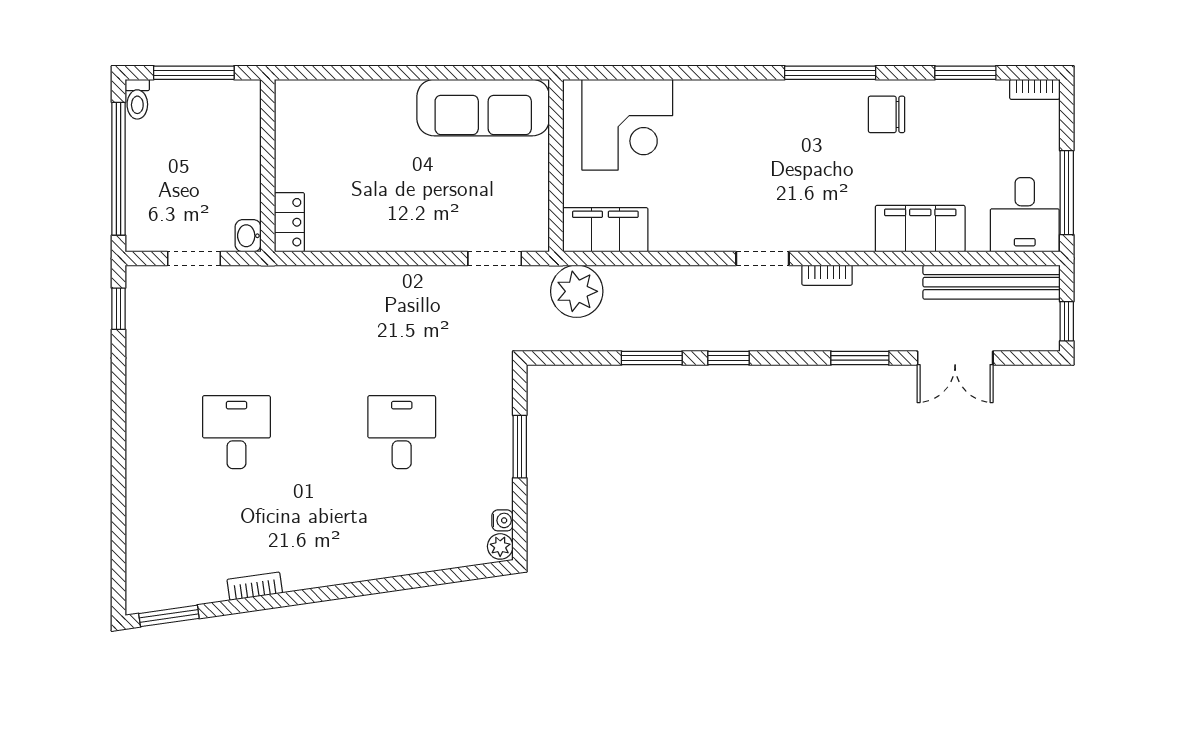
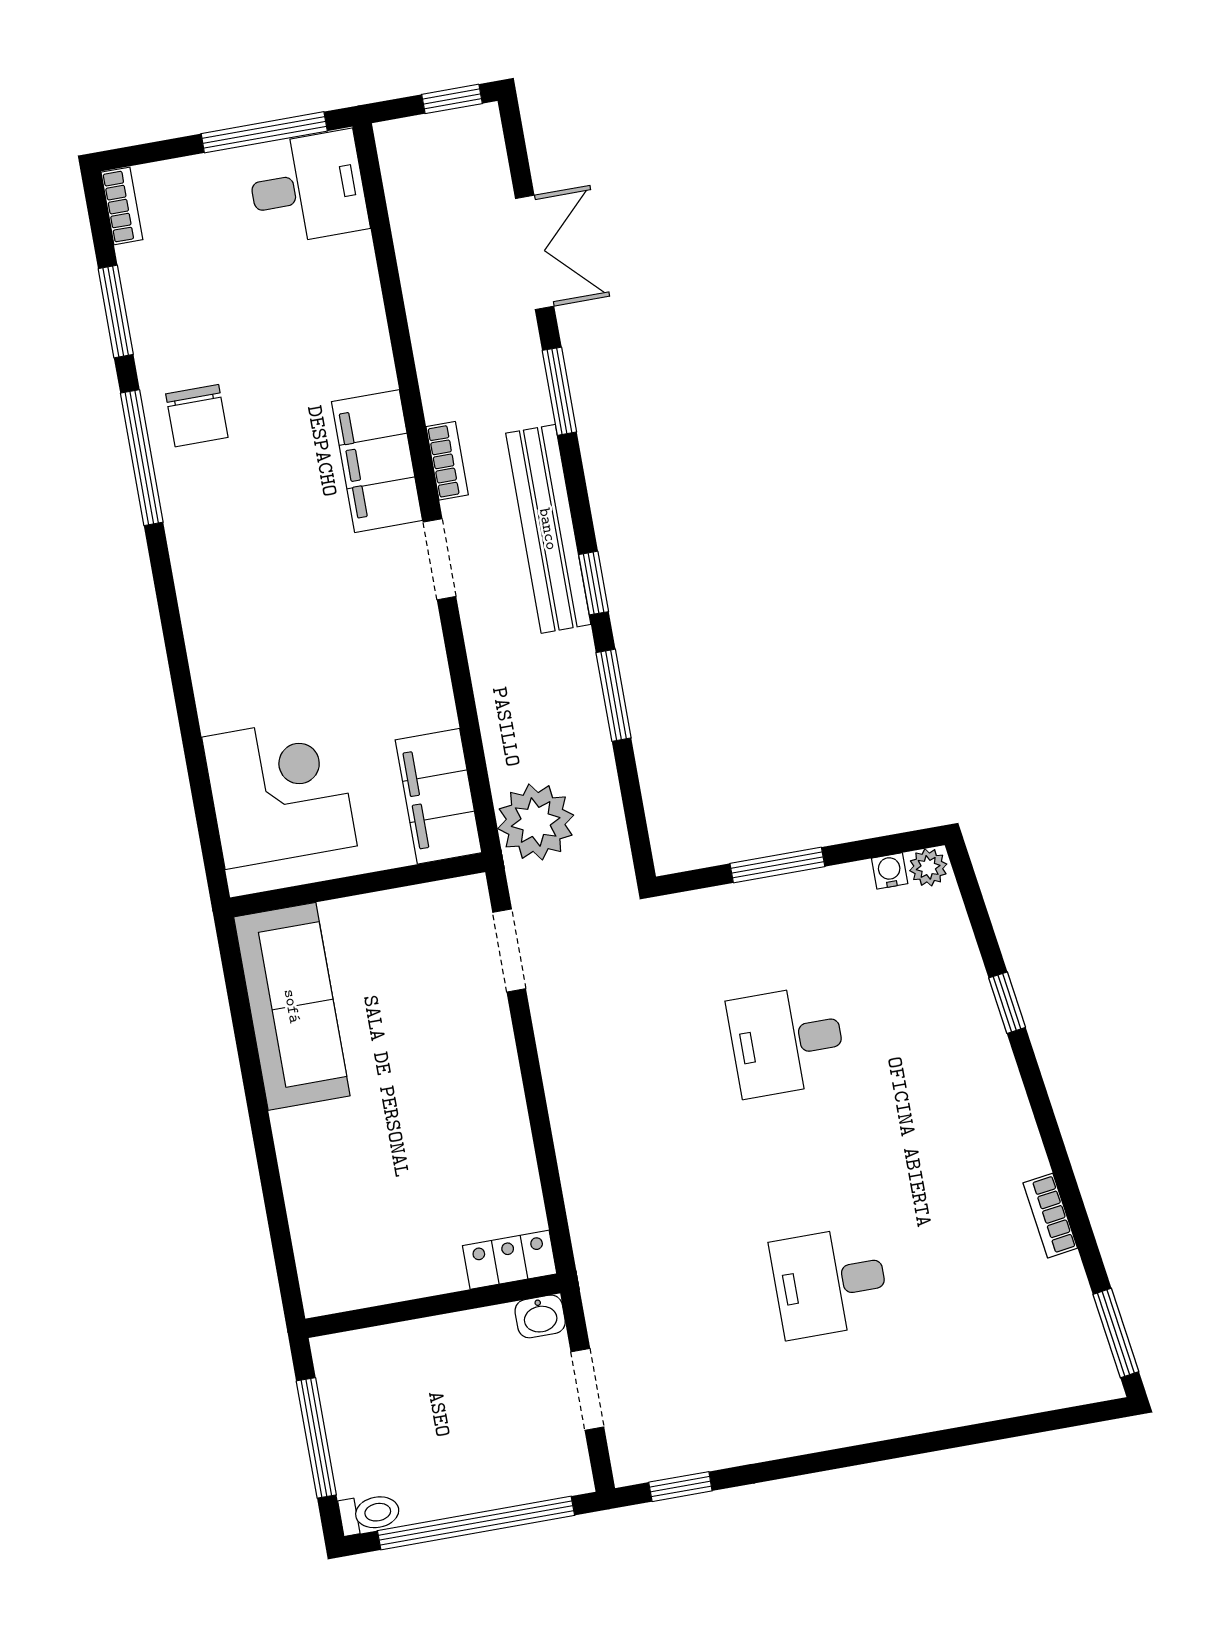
window: (830, 73) -> (142, 458), moved
filing cabinet: (920, 229) -> (377, 461), moved
bench: (992, 282) -> (548, 529), moved
window: (401, 583) -> (1007, 1003), added

